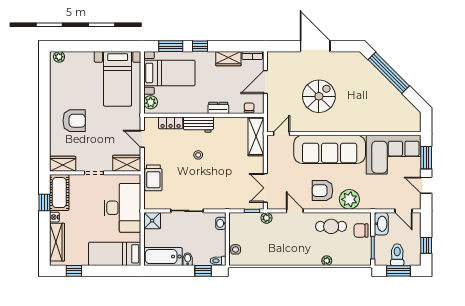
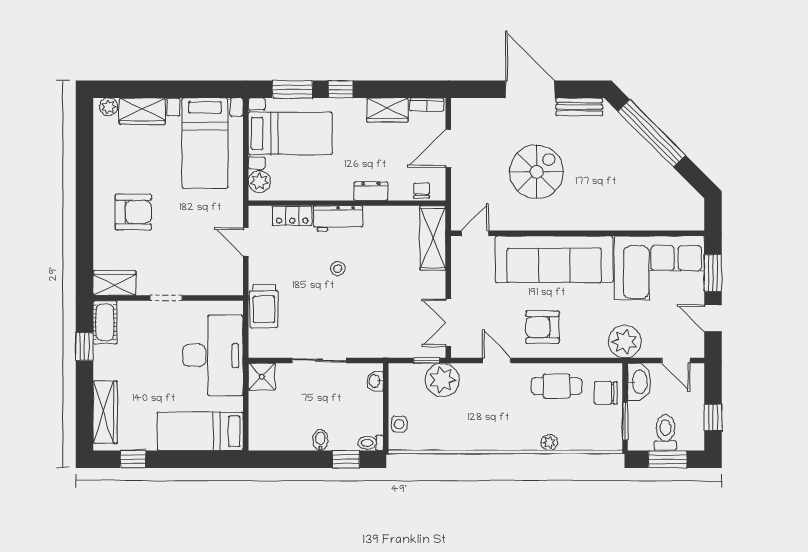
bench: (345, 57) -> (579, 107), added
wardrobe: (127, 163) -> (142, 111), moved, turned 180
cot: (59, 193) -> (105, 322), width x0.73, depth x0.75
plant: (349, 199) -> (625, 342), moved
nightstand: (54, 217) -> (101, 371), removed
plant: (266, 218) -> (442, 380), width x1.88, depth x1.88
bathtub: (163, 257) -> (280, 436), removed

